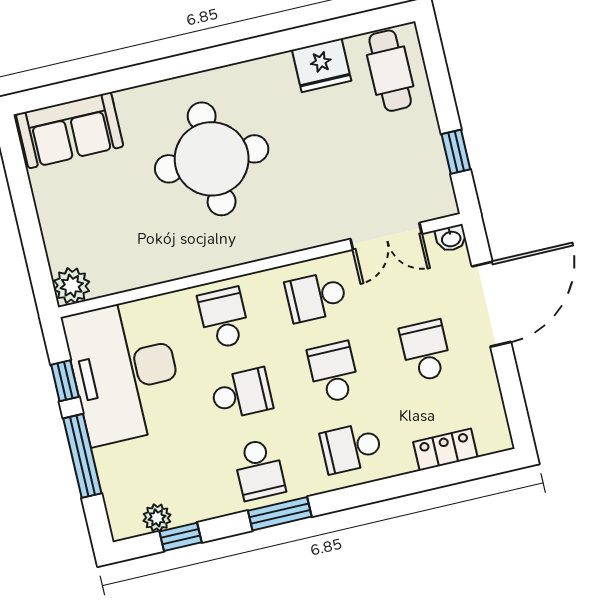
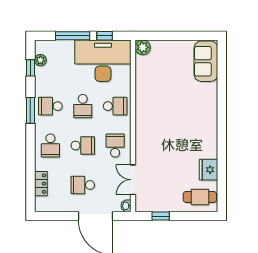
round table: (212, 159) -> (181, 116), removed
school desk: (426, 351) -> (83, 185), turned 180
school desk: (351, 448) -> (50, 146), turned 180

